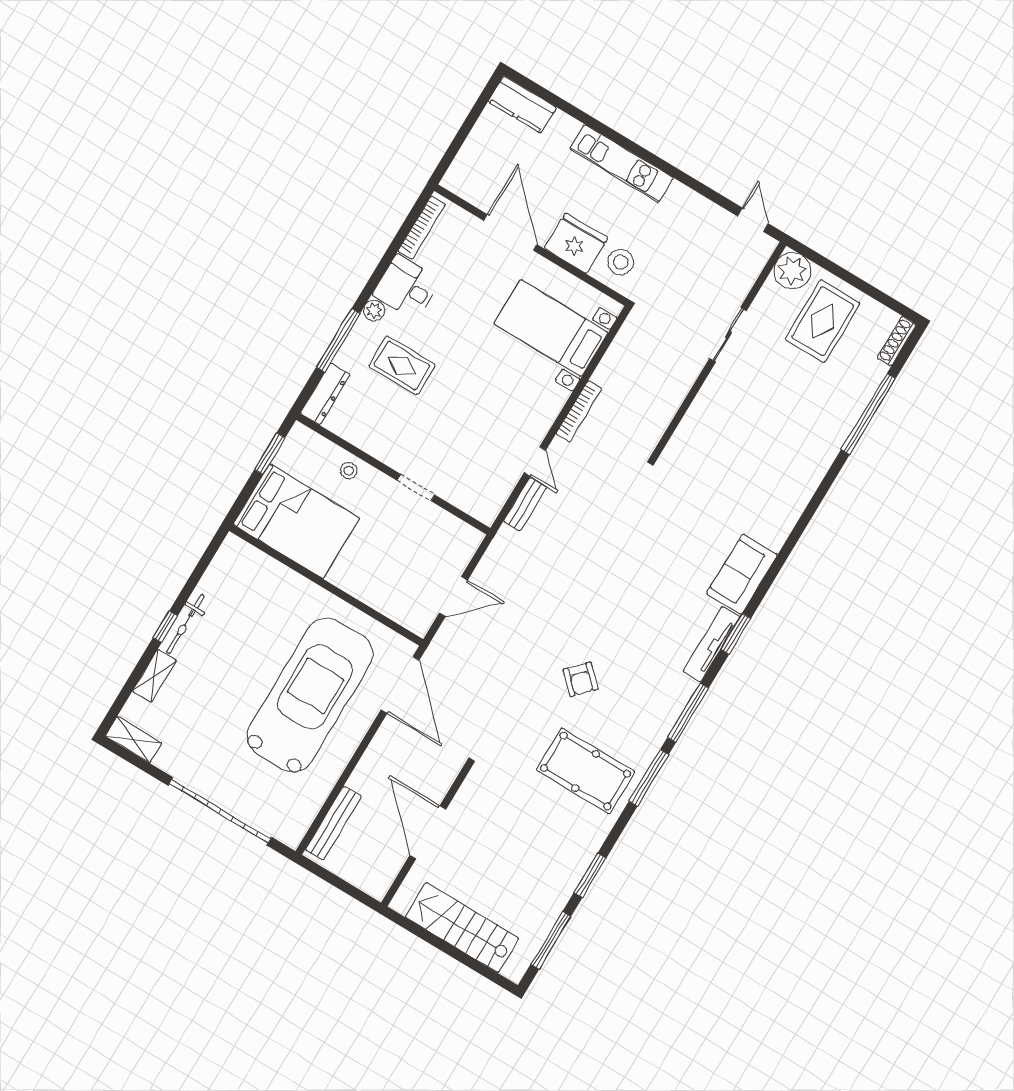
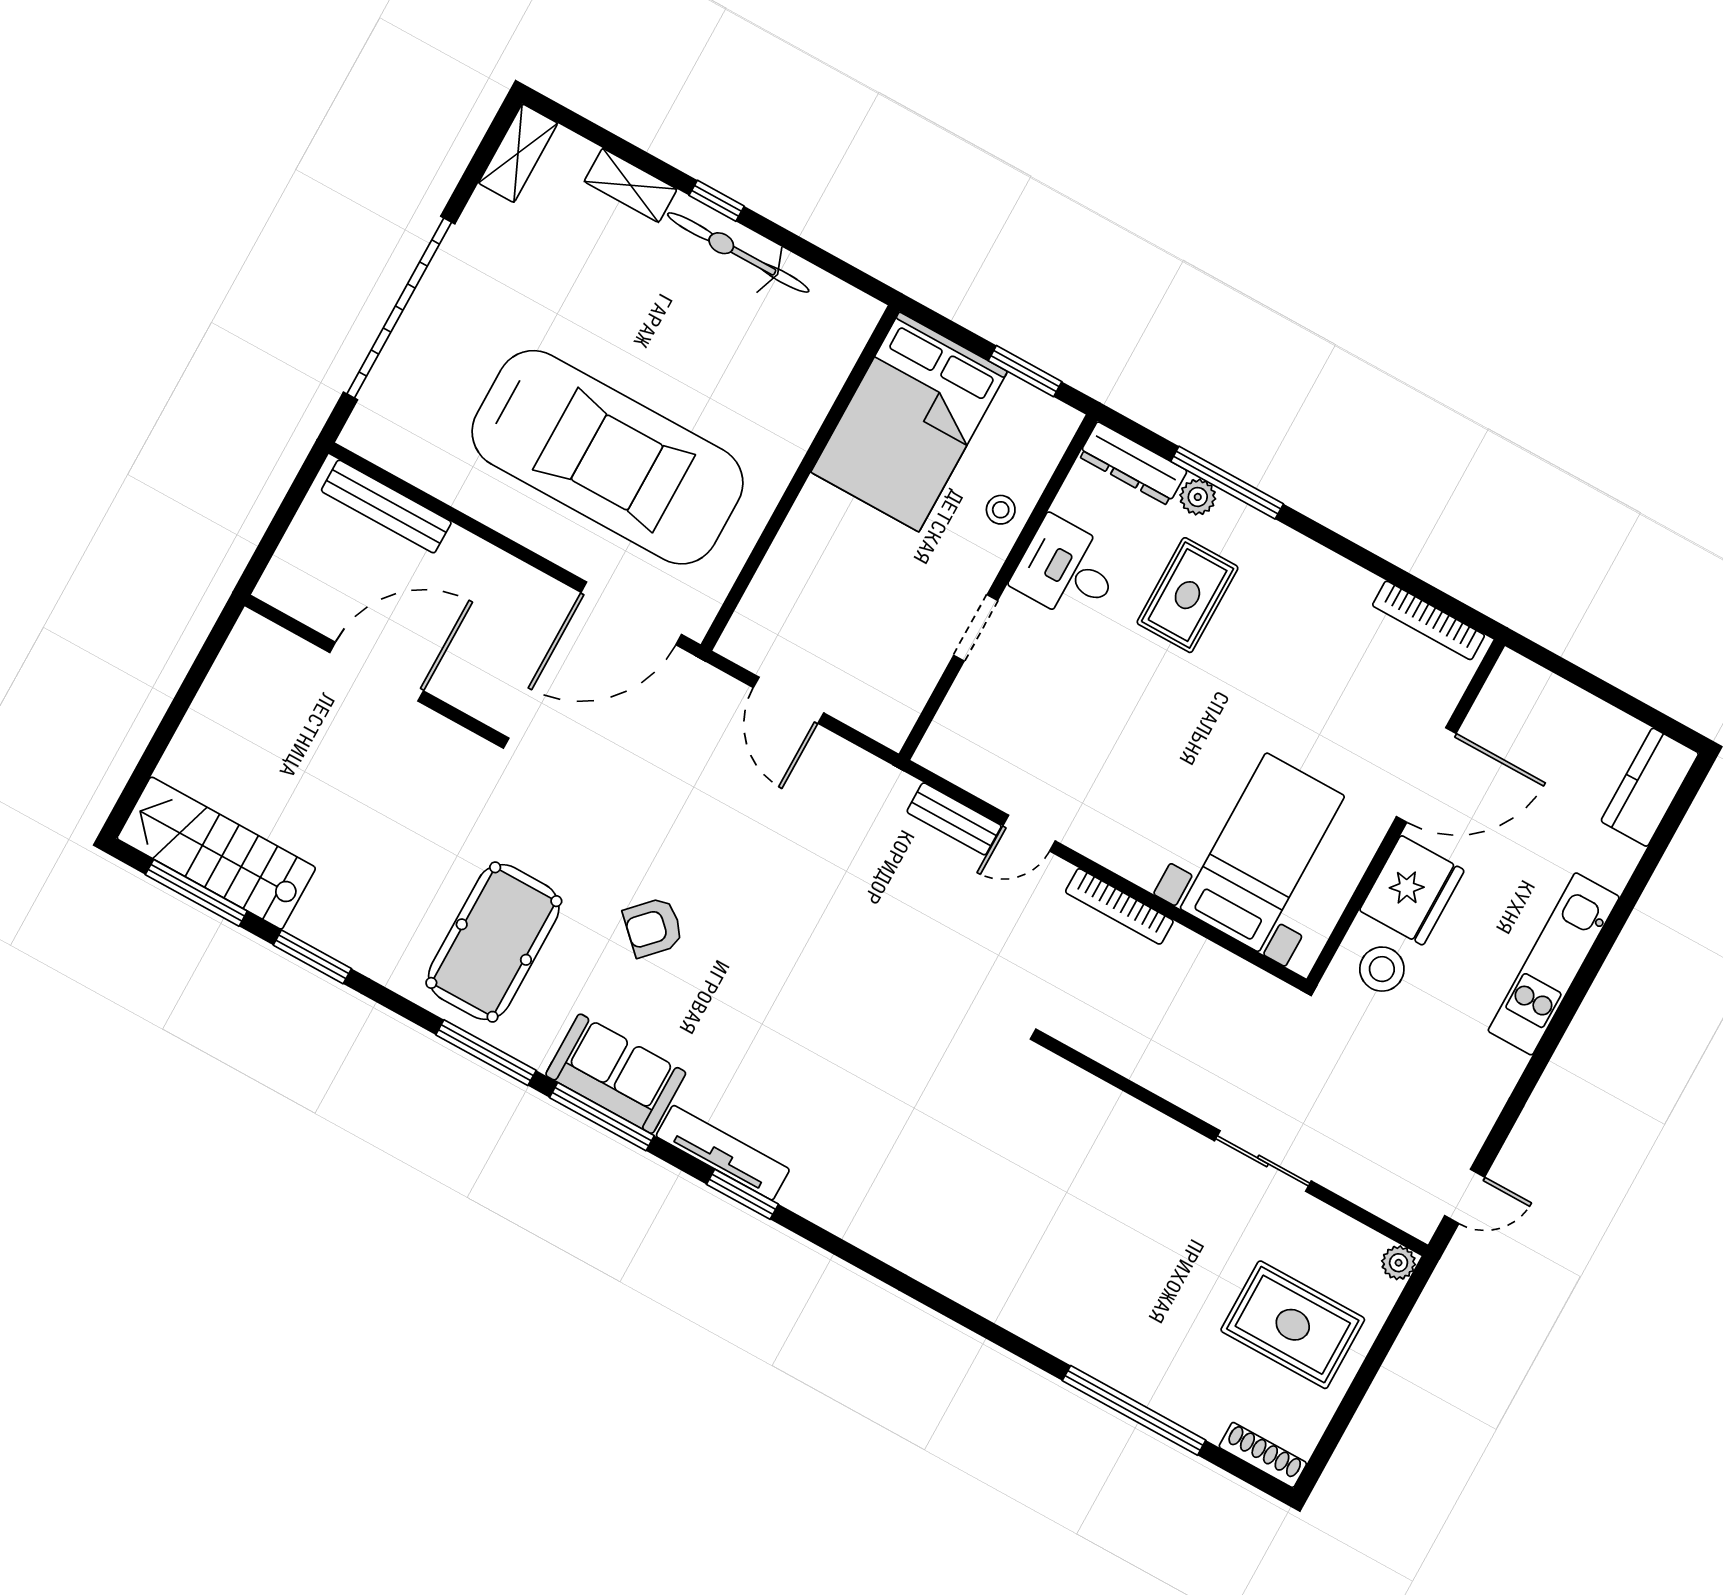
plant: (792, 271) -> (1399, 1263), width x0.53, depth x0.53
desk: (406, 287) -> (1067, 570), moved, turned -90
plant: (374, 310) -> (1198, 497), moved
sofa: (742, 574) -> (616, 1074), moved
bicycle: (185, 624) -> (738, 253), width x1.37, depth x1.40
stairs: (462, 928) -> (216, 853), moved, turned -90

